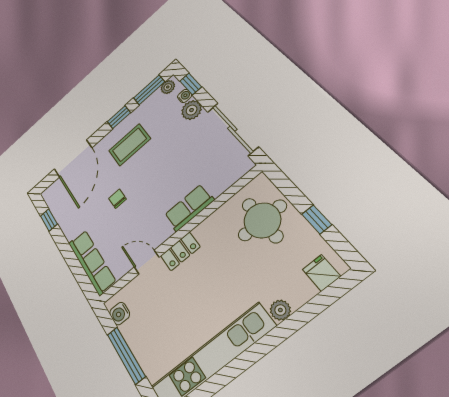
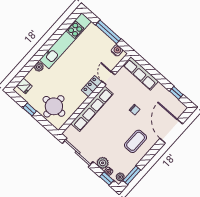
window: (119, 117) -> (147, 158), removed
row of seats: (189, 208) -> (92, 109), width x2.02
door: (147, 262) -> (109, 78), swing flipped

